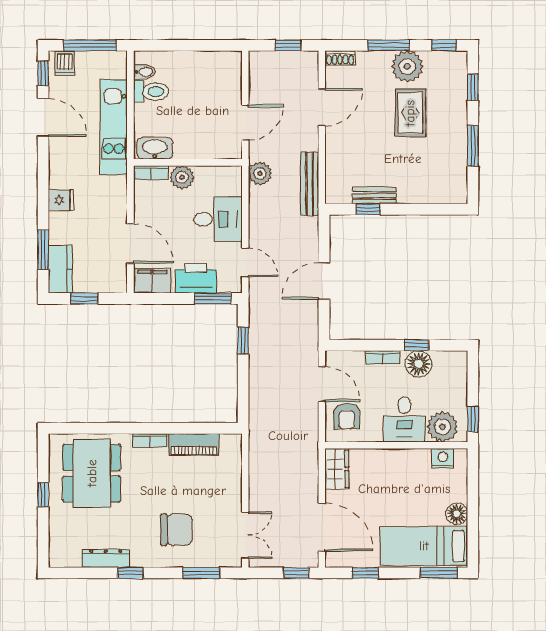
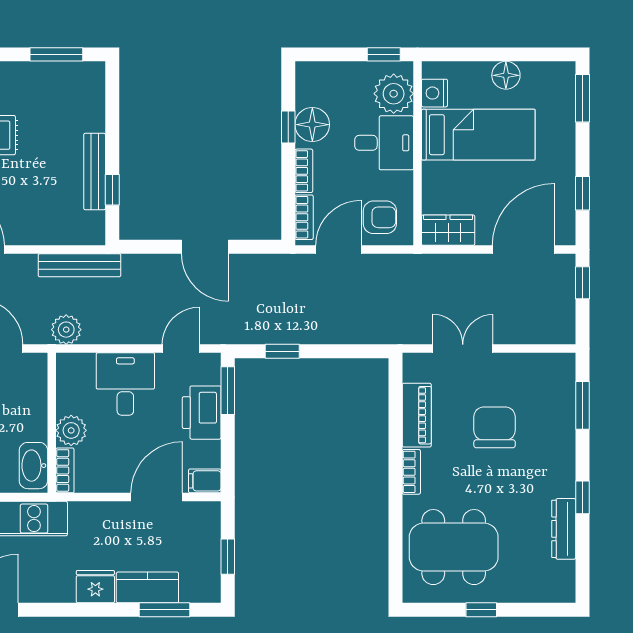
window: (473, 146) -> (56, 54), moved
bench: (374, 196) -> (95, 172), width x1.36
fridge: (61, 200) -> (95, 587), width x1.38
kitchen counter: (60, 269) -> (147, 587), moved
filing cabinet: (152, 281) -> (205, 481), width x0.50
bookcase: (347, 358) -> (304, 217), added
chair: (176, 530) -> (495, 427), moved
double door: (245, 535) -> (463, 349), moved
bed: (424, 546) -> (478, 135), moved, turned -90

